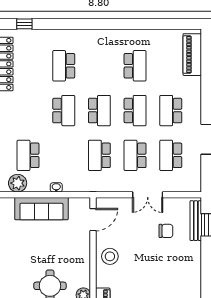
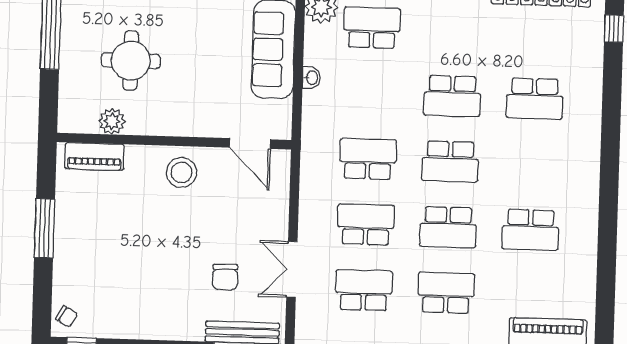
school desk: (64, 66) -> (535, 99), turned 180
double door: (148, 195) -> (292, 269), moved

